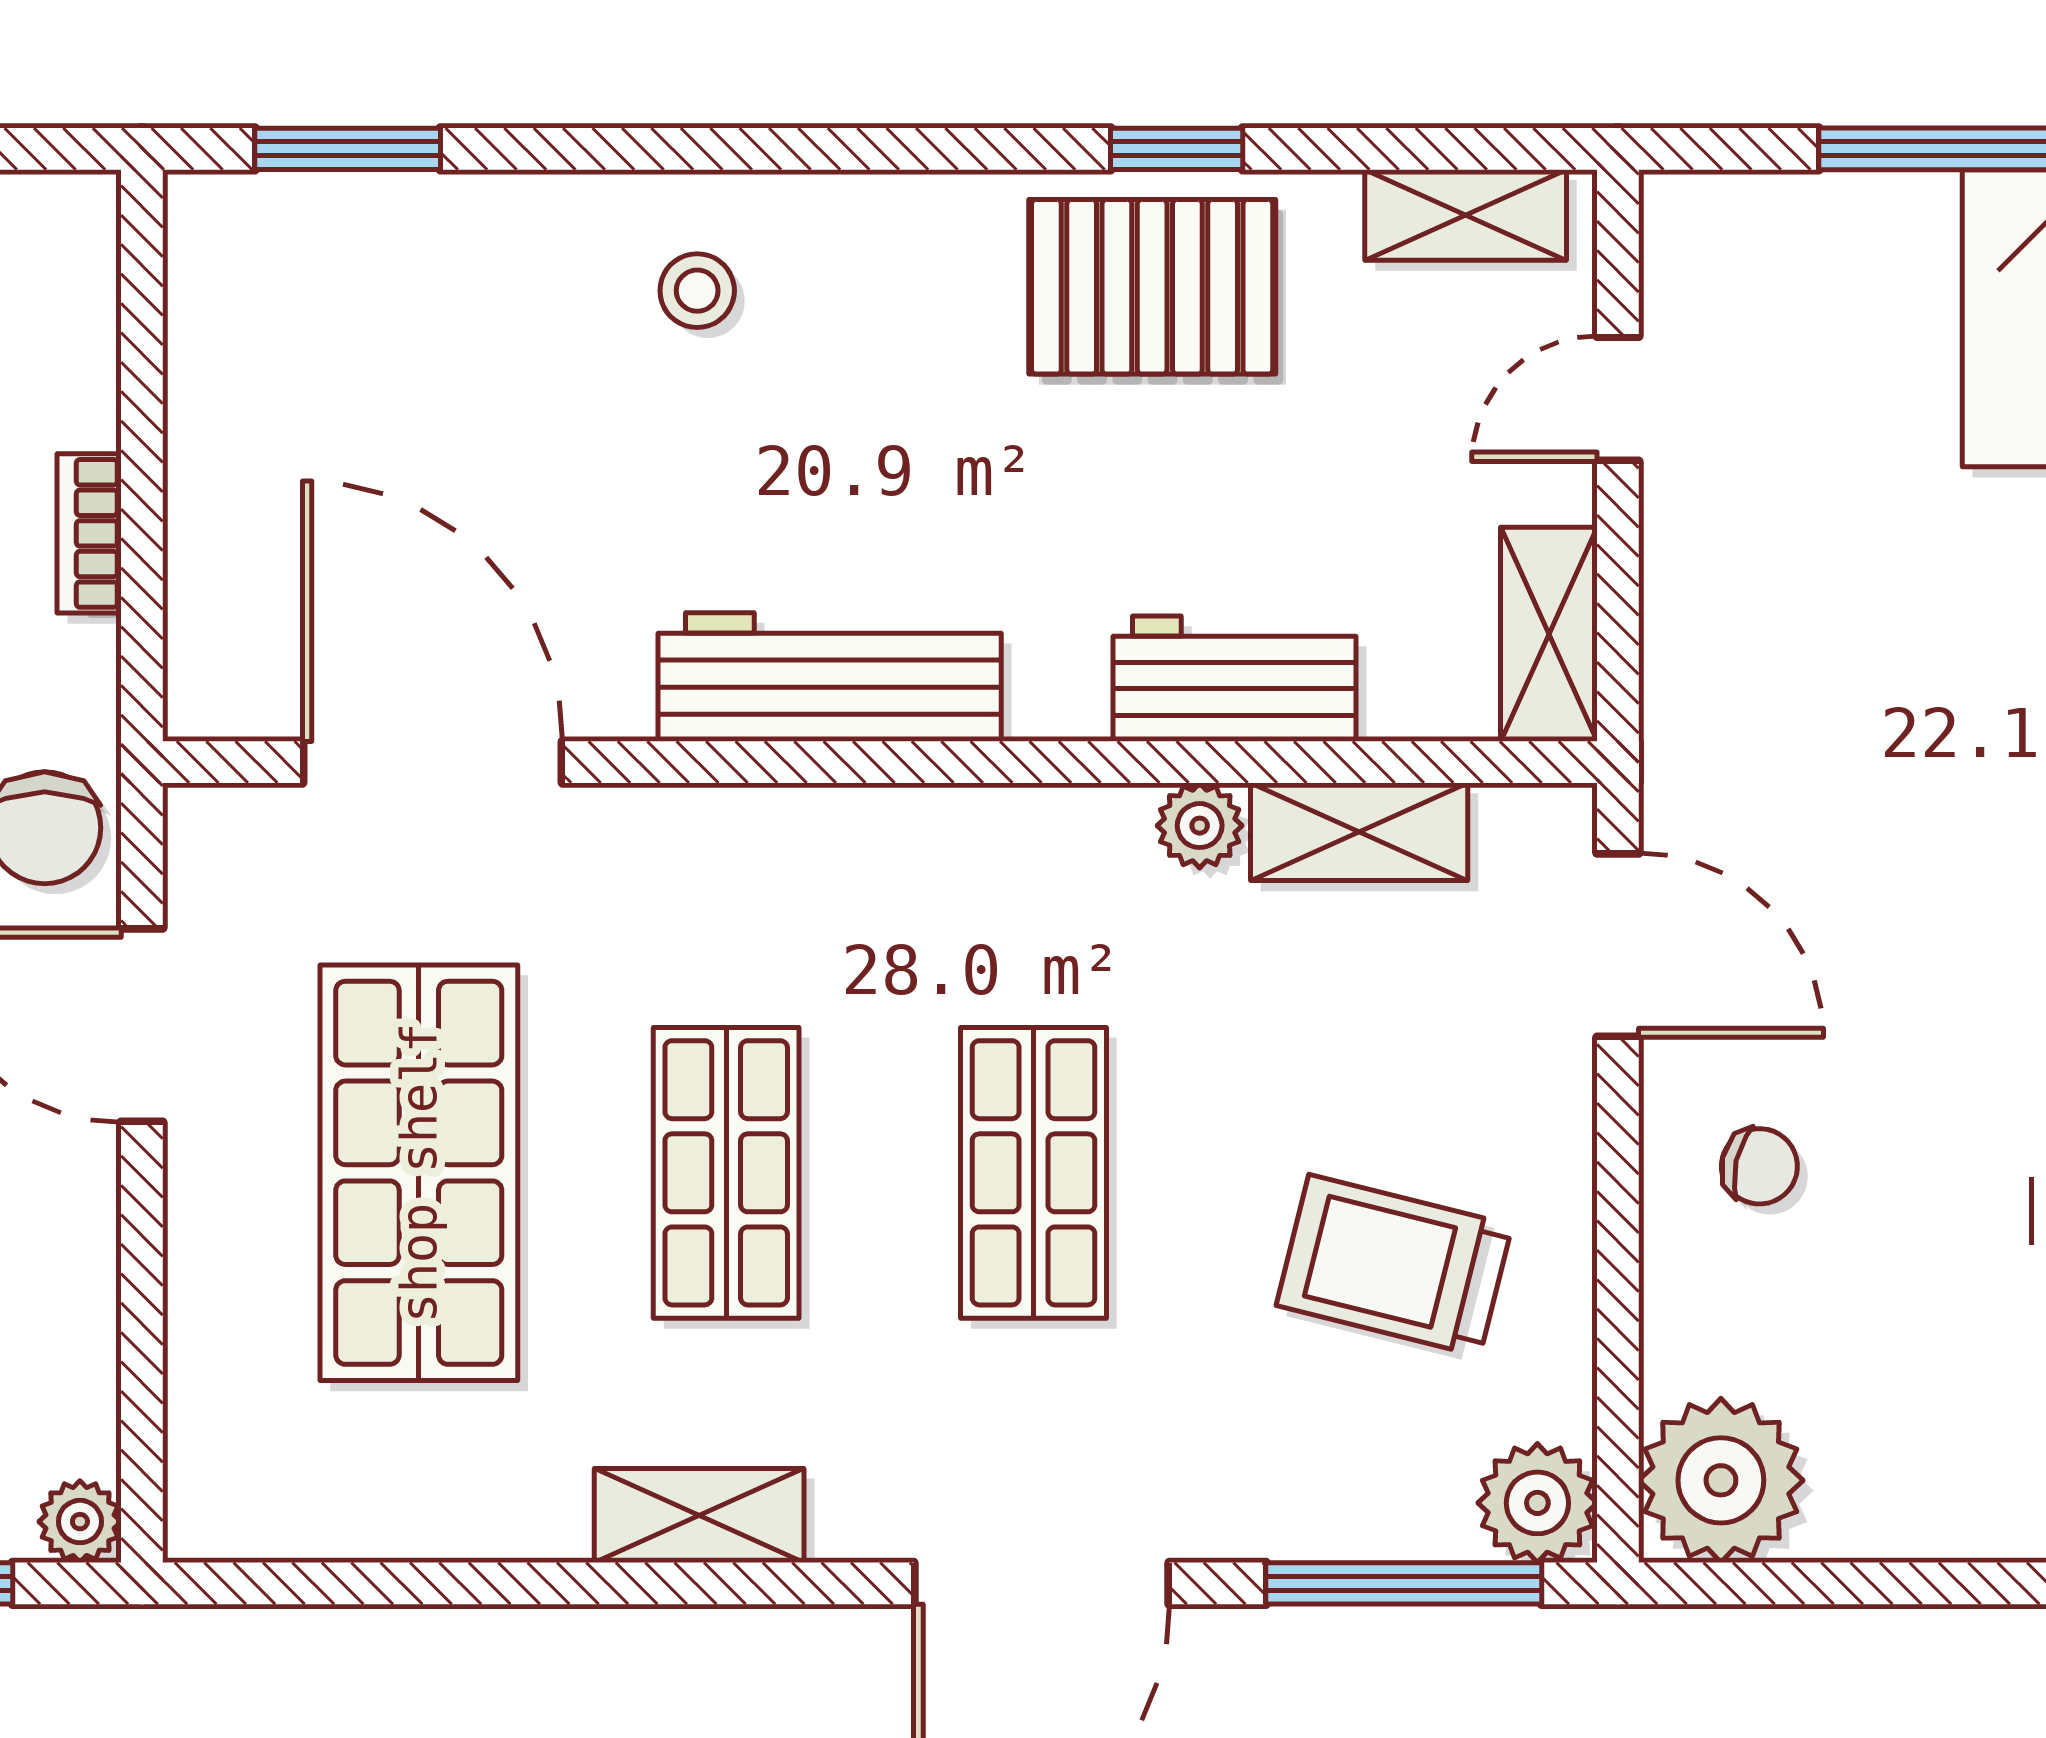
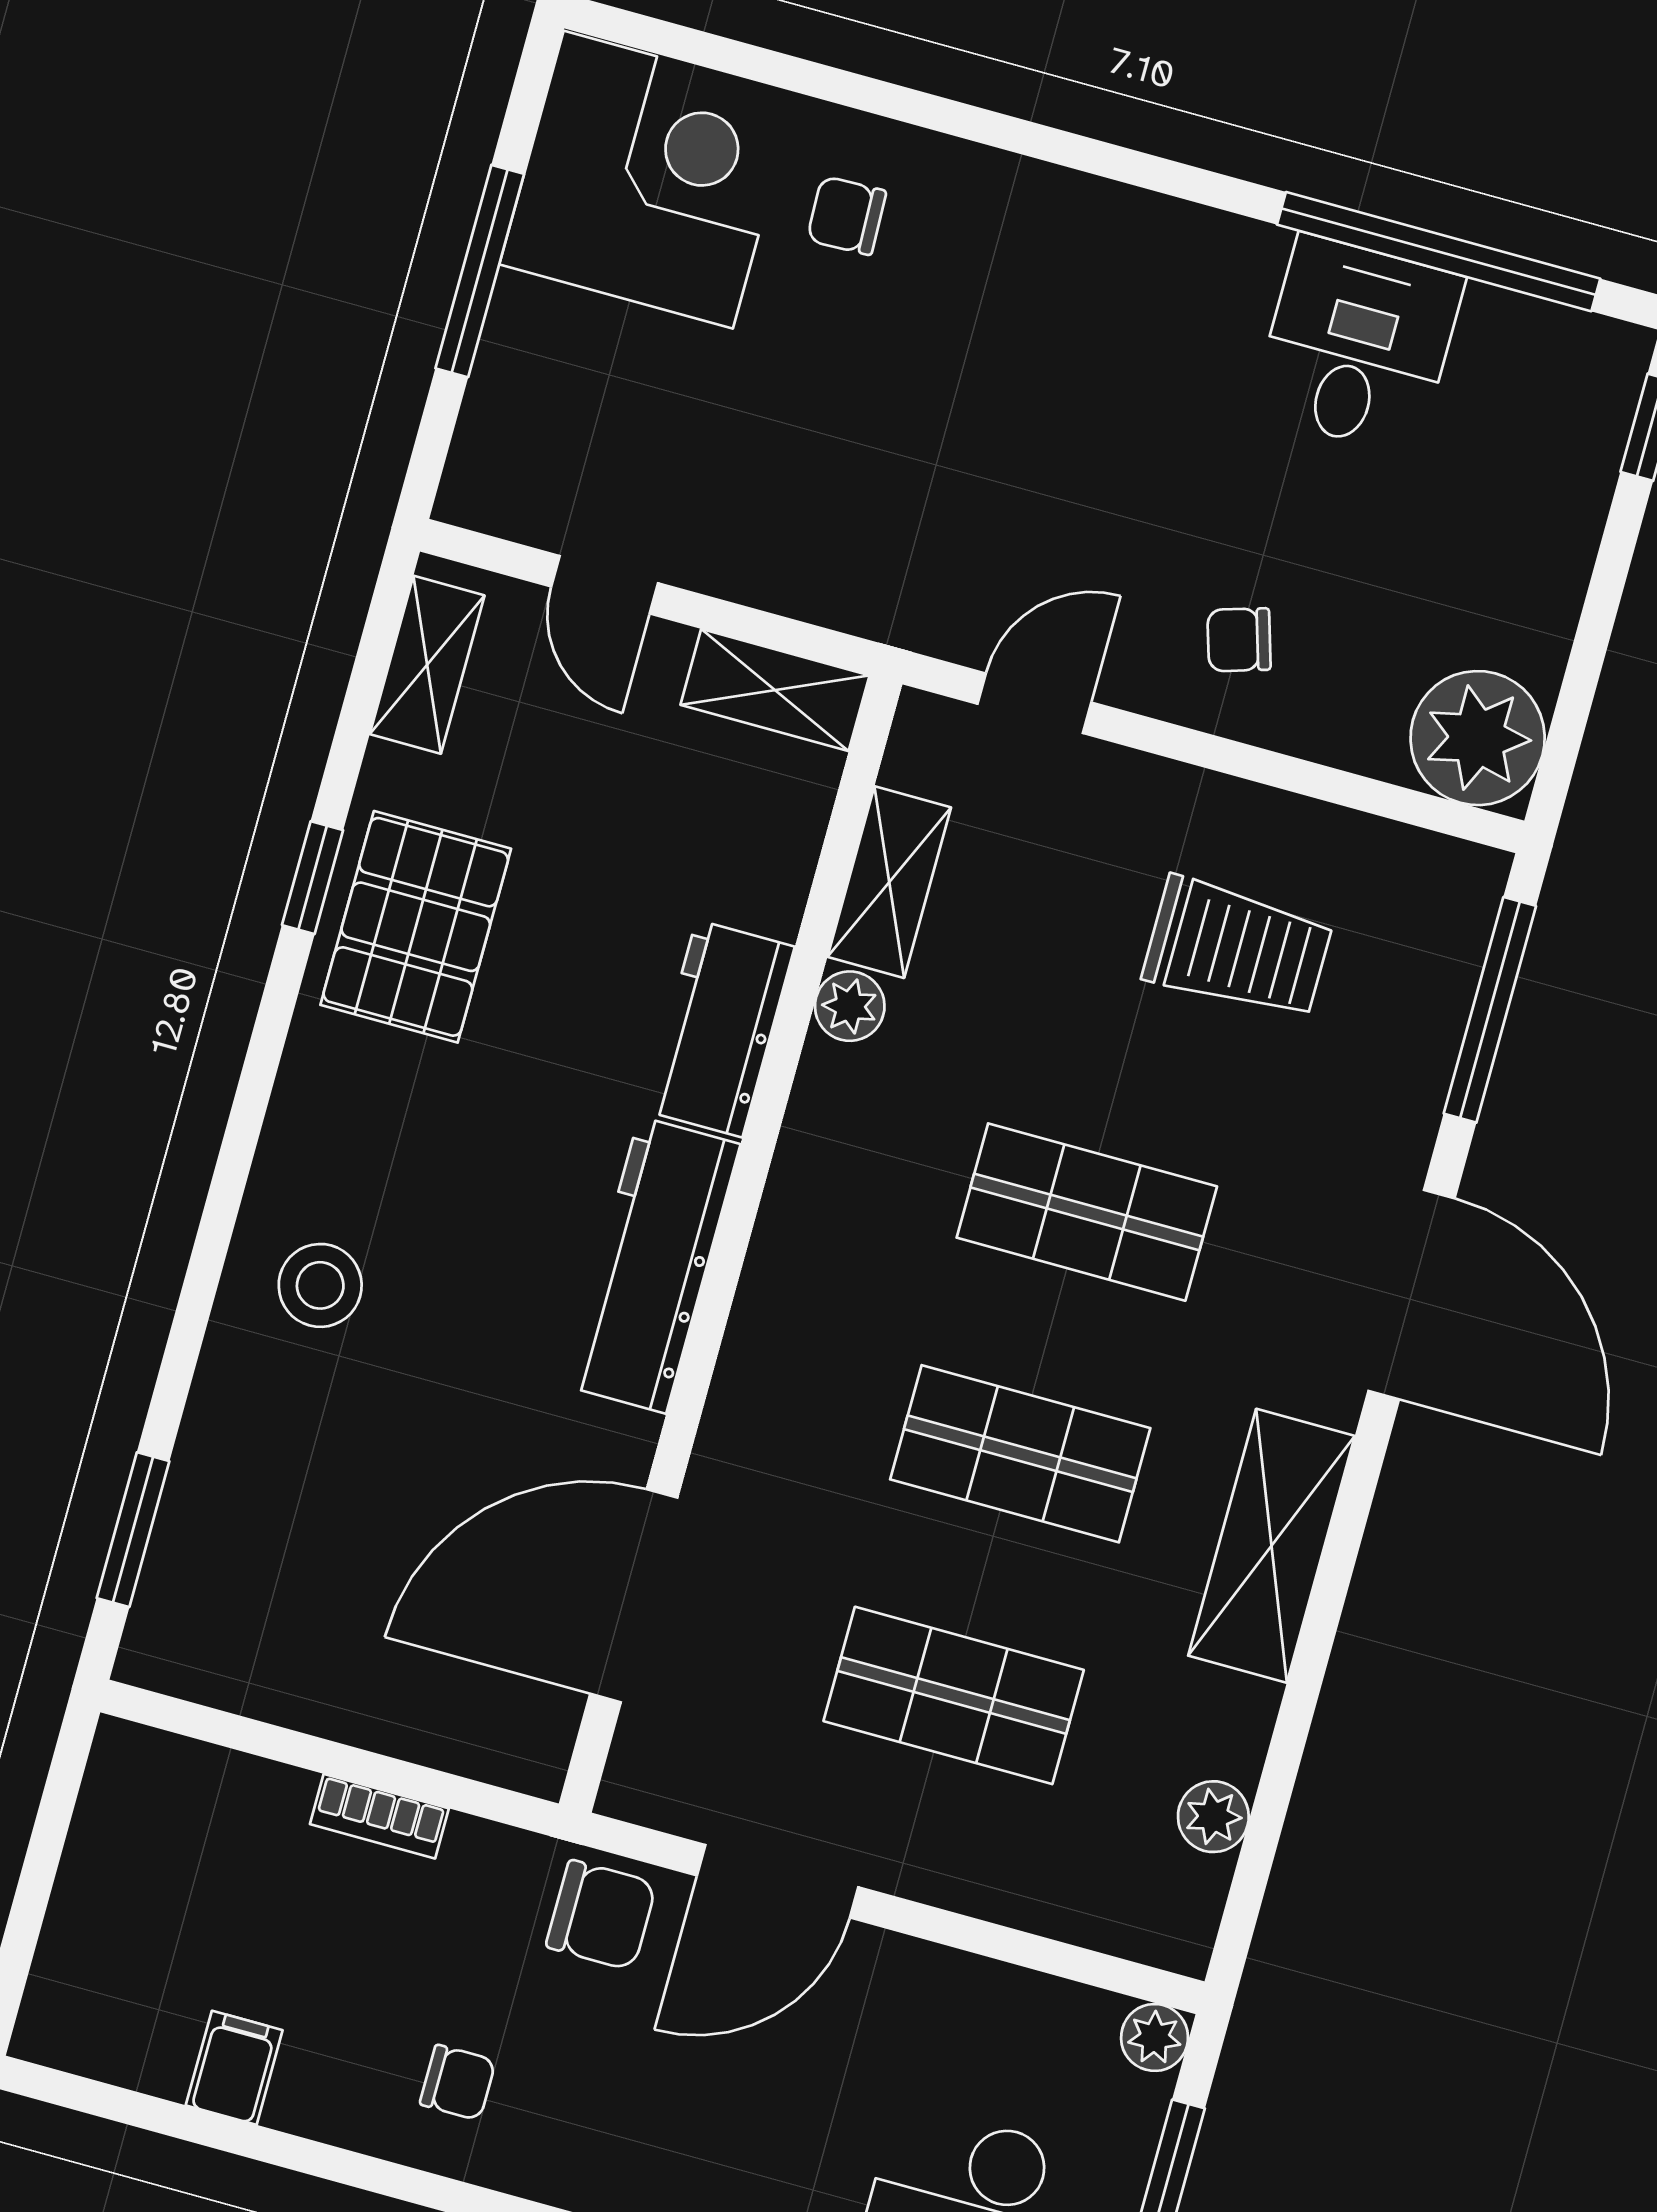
stool: (697, 291) -> (320, 1285), width x1.37, depth x1.37
workbench: (1235, 679) -> (719, 1029), moved
door: (1618, 945) -> (1034, 703), width x0.73
chair: (1759, 1166) -> (1239, 640), turned -120
shop shelf: (419, 1173) -> (954, 1695), width x0.70, depth x0.74
trolley: (1394, 1265) -> (1238, 948), turned -104
plant: (1537, 1503) -> (1213, 1817), moved, width x0.73, depth x0.73
shelving: (699, 1515) -> (1272, 1546), width x1.50, depth x1.33

